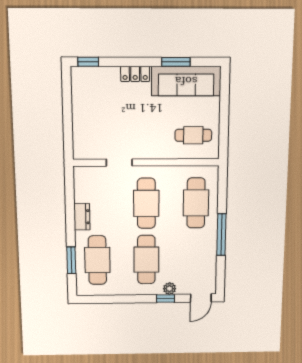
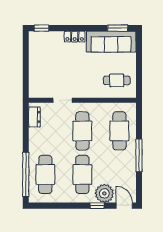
window: (176, 62) -> (118, 28), moved
dresser: (82, 217) -> (34, 117), moved
window: (71, 260) -> (26, 174), width x2.11
plant: (170, 289) -> (104, 193), width x1.88, depth x1.88
door: (201, 298) -> (124, 206), swing flipped

